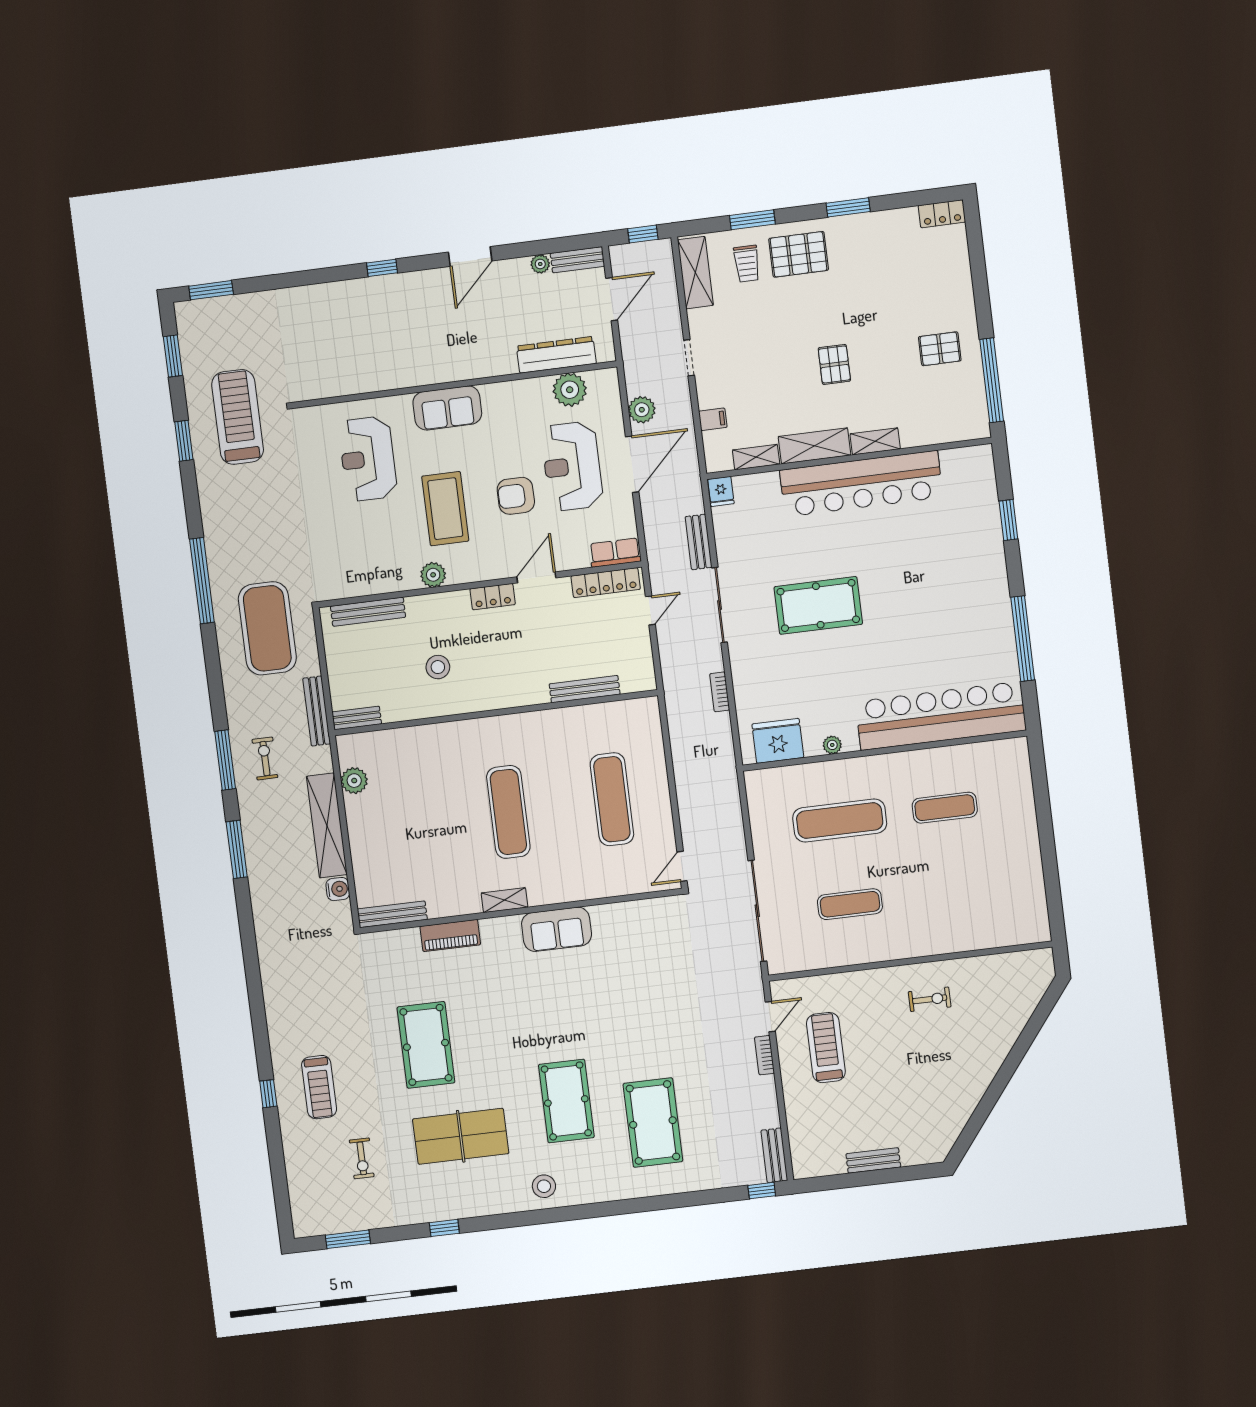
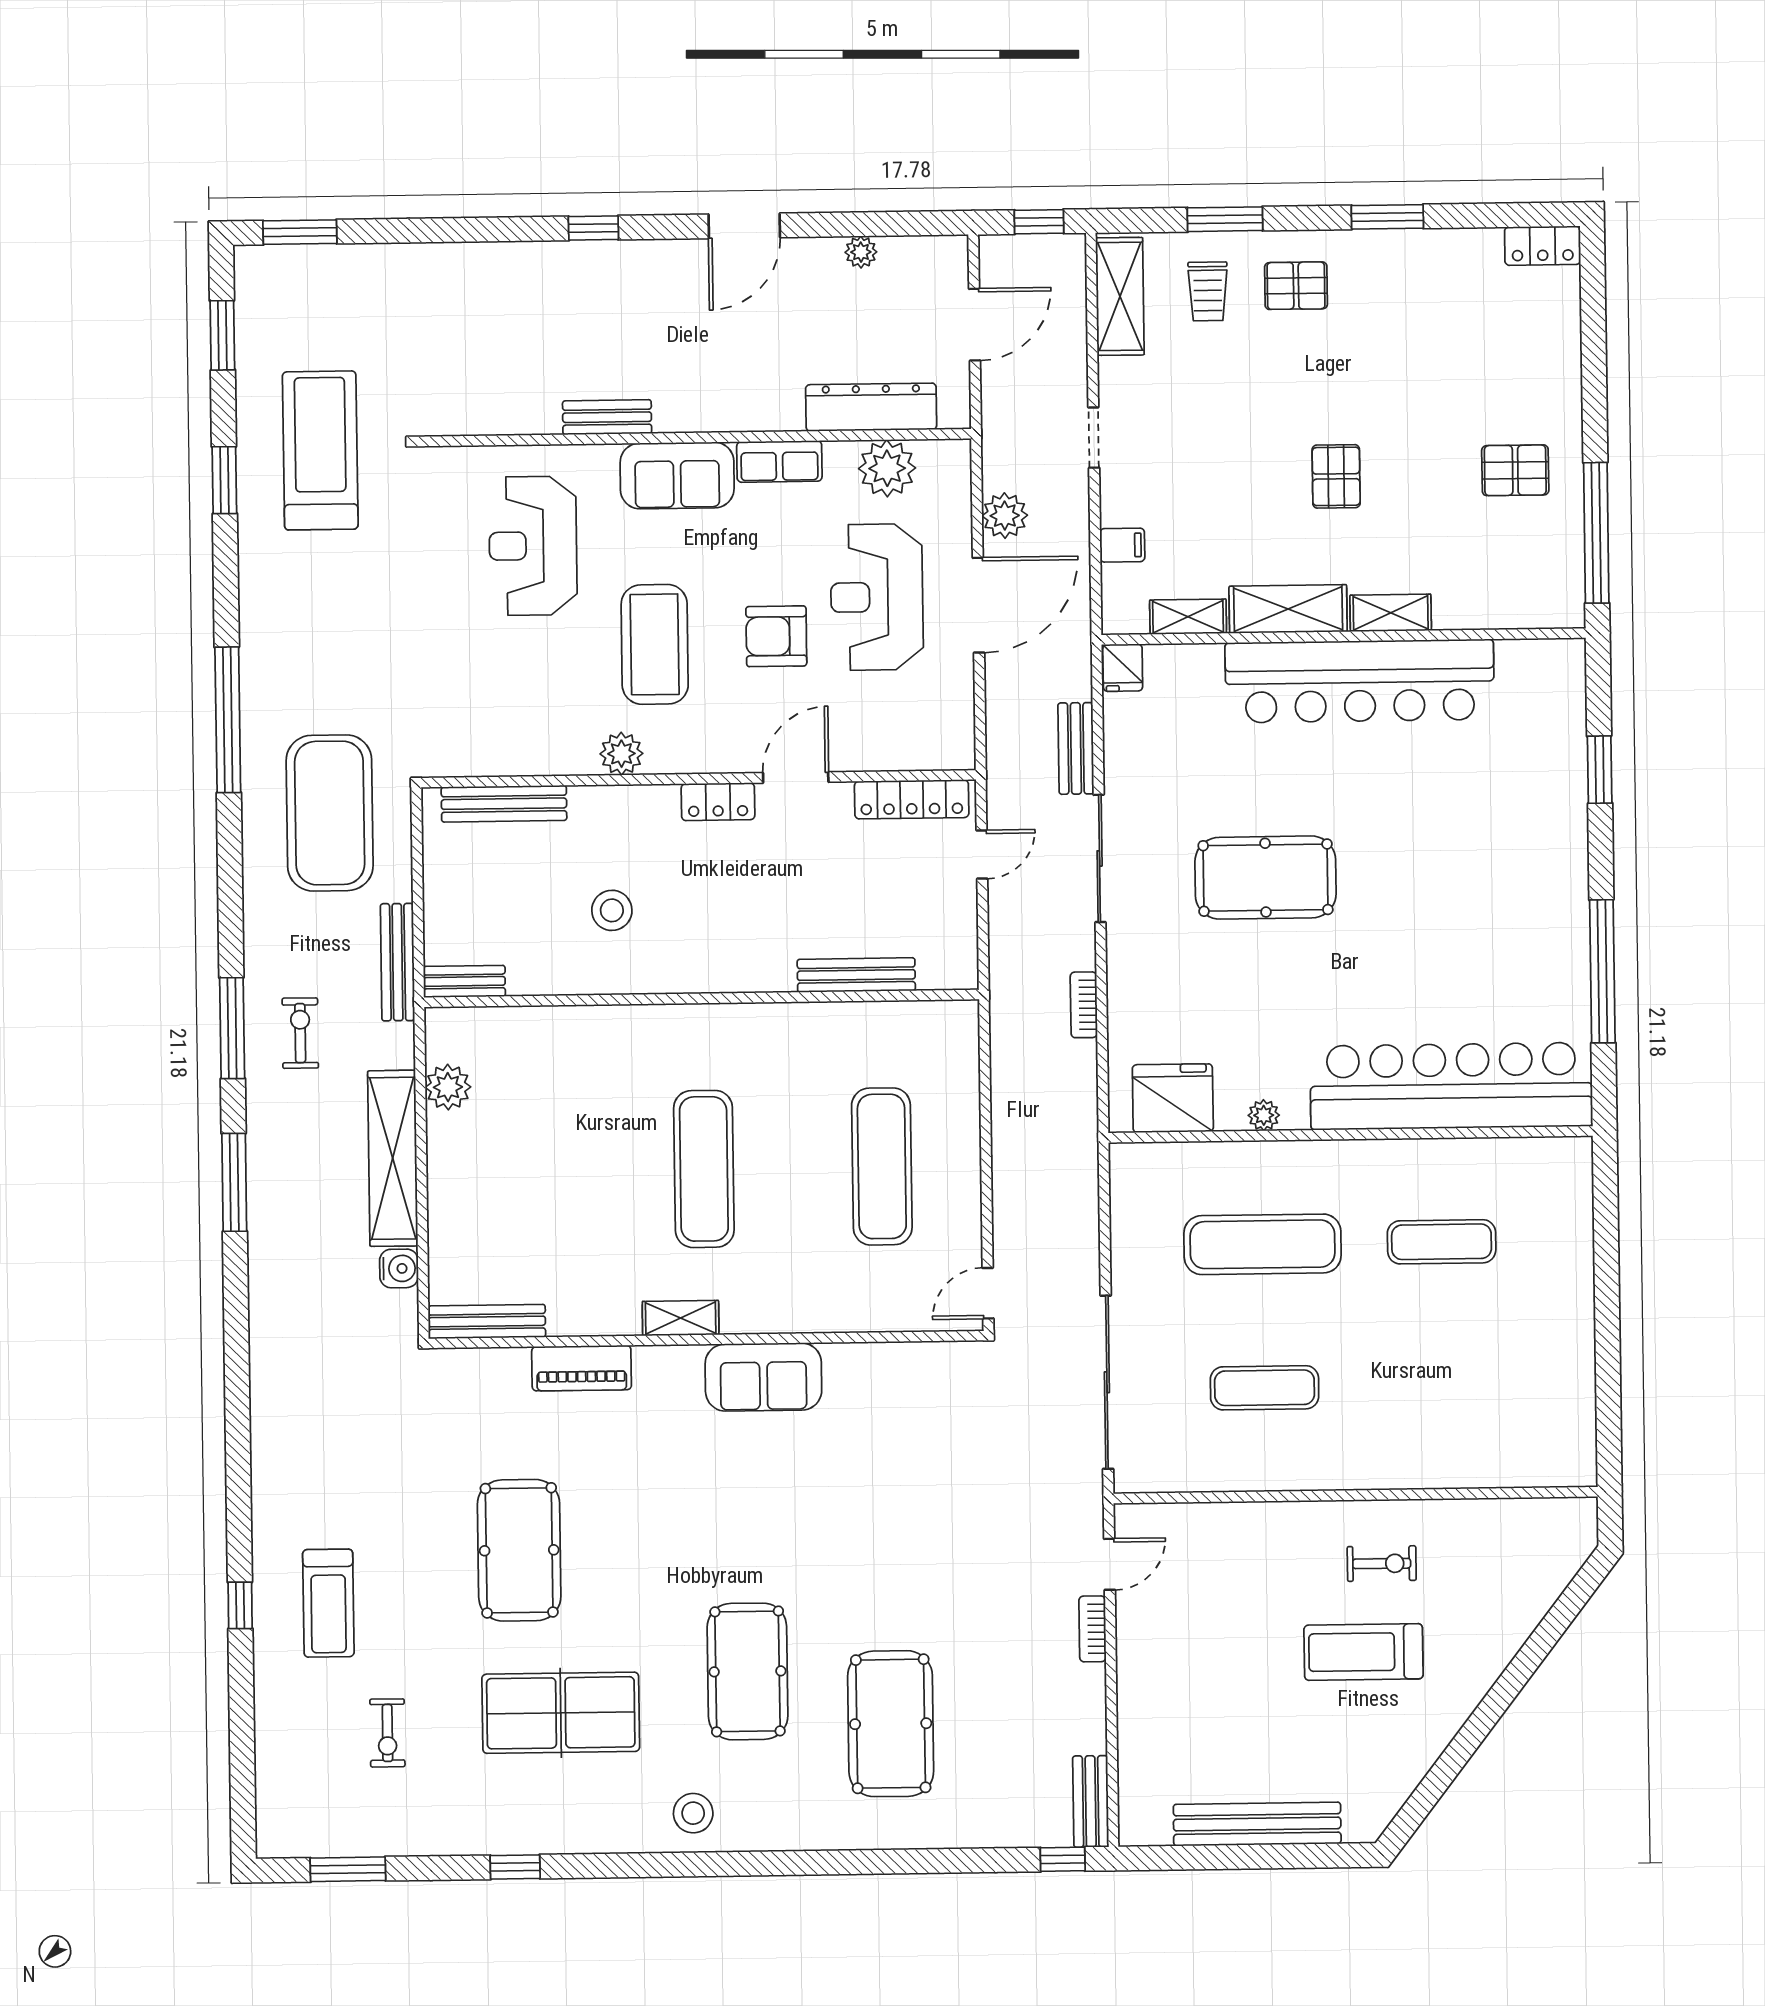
pallet: (799, 254) -> (1296, 286), width x0.67, depth x0.71
bench: (577, 260) -> (607, 417), moved
row of seats: (615, 553) -> (779, 461), moved, turned 180
treadmill: (826, 1048) -> (1364, 1652), moved, turned -90
bench: (873, 1160) -> (1257, 1824), width x1.86, depth x1.21

